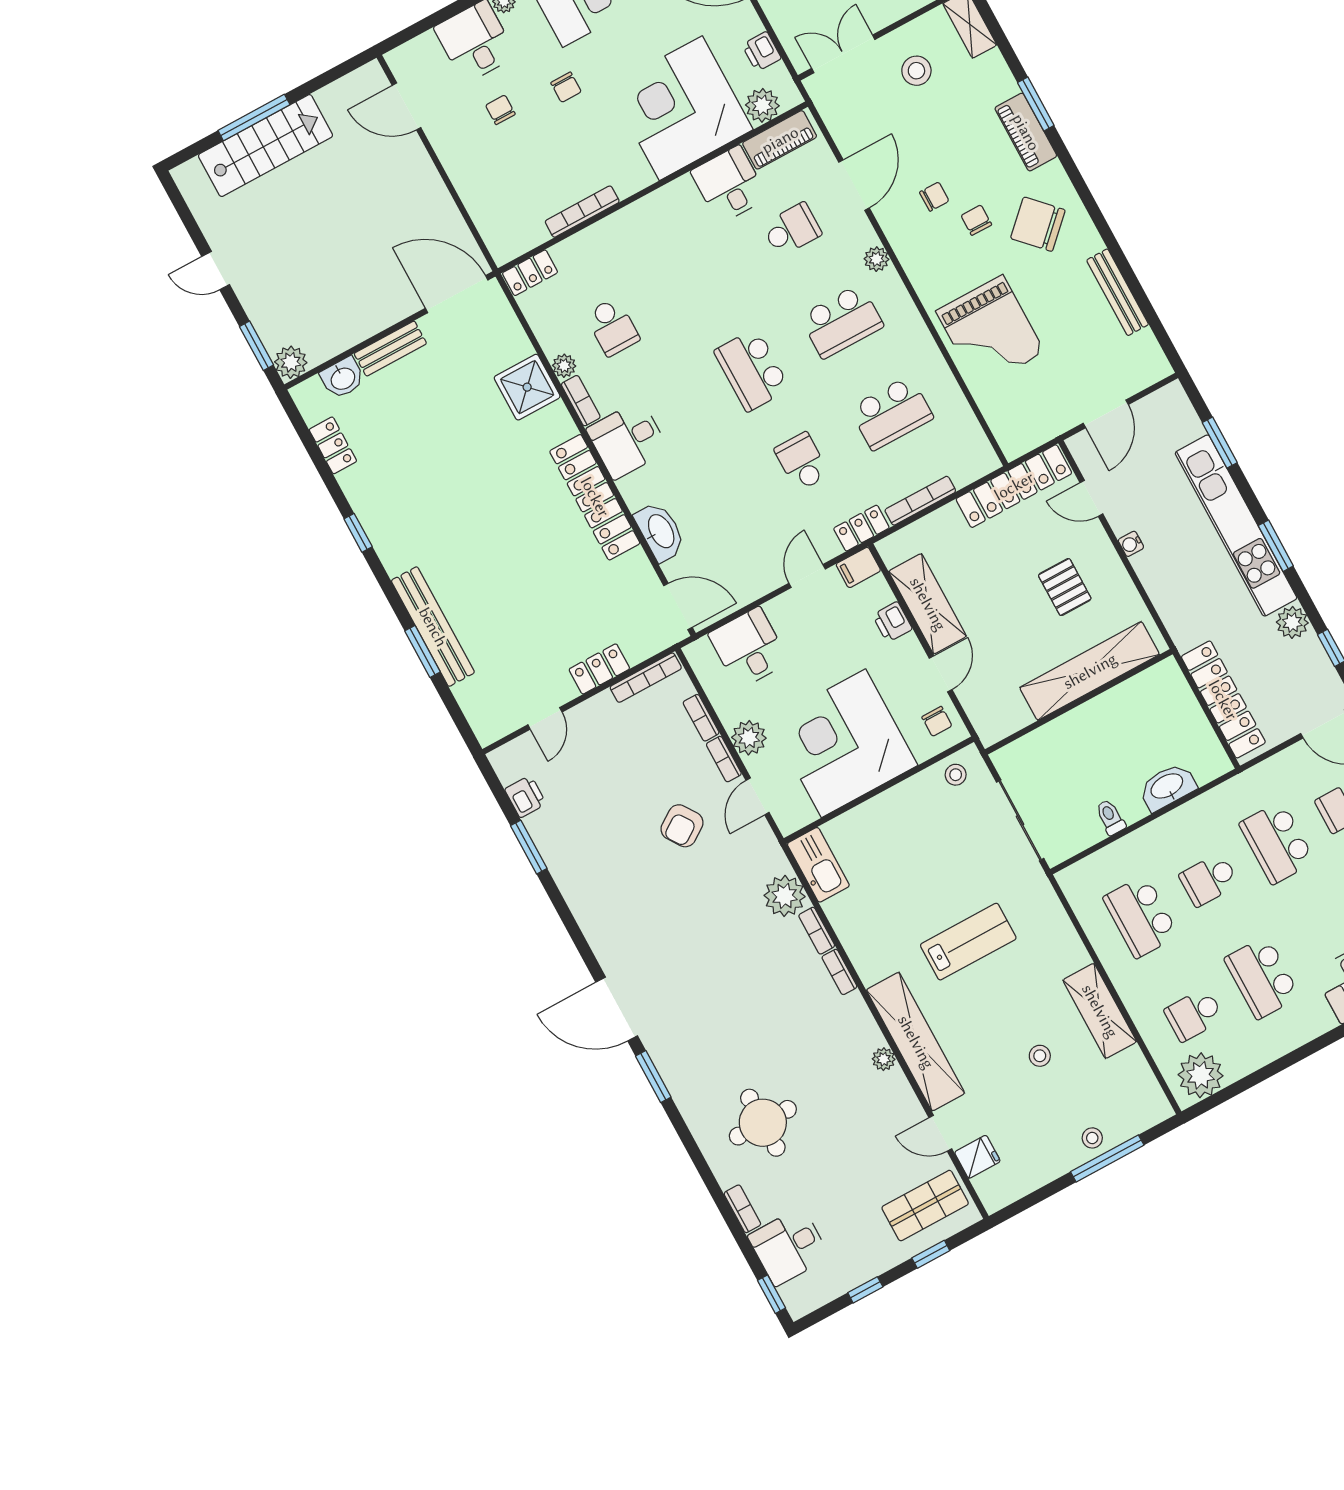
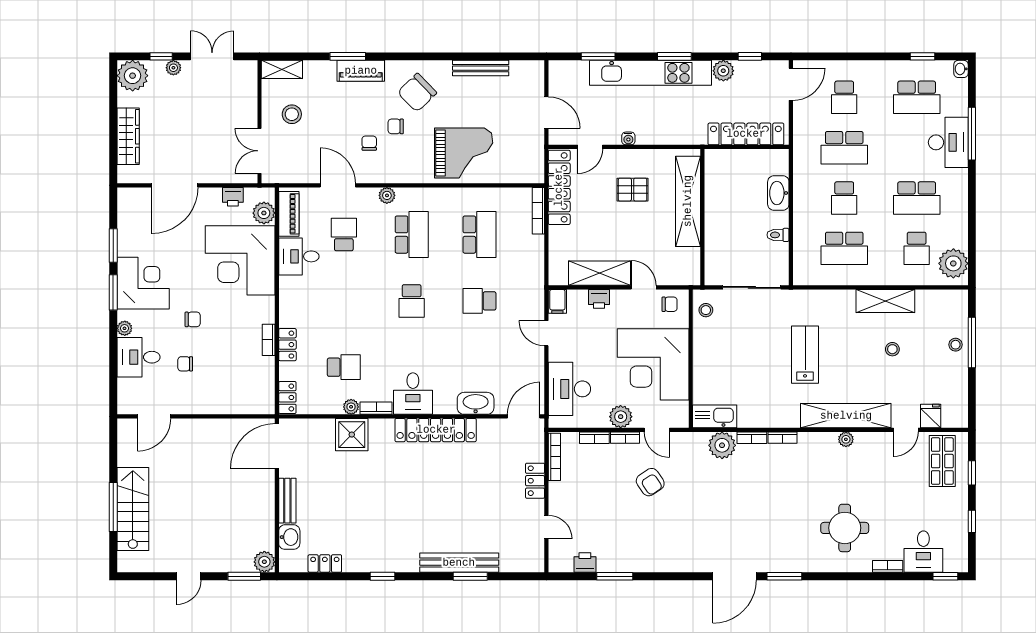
bookcase: (582, 212) -> (269, 340), width x0.64
school desk: (752, 370) -> (412, 301), width x0.54
bookcase: (920, 501) -> (538, 211), moved
locker: (861, 528) -> (287, 345), moved, turned 180
desk: (749, 648) -> (569, 389), width x1.37

